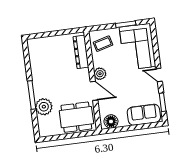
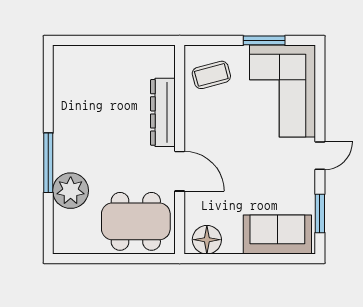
dresser: (81, 52) -> (163, 112), moved
plant: (100, 74) -> (197, 137), removed
door: (159, 75) -> (320, 156), swing flipped

